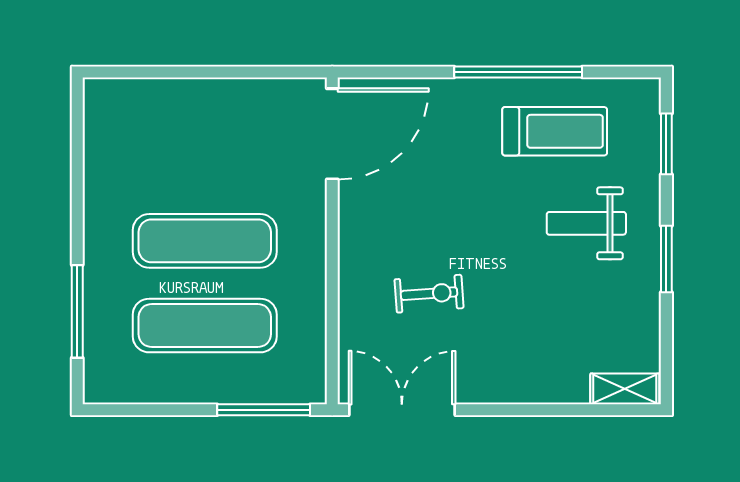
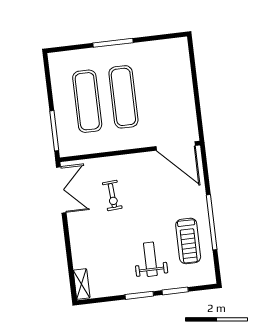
window: (666, 144) -> (175, 291), moved
window: (77, 311) -> (113, 43), moved

